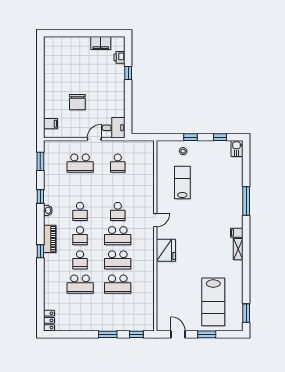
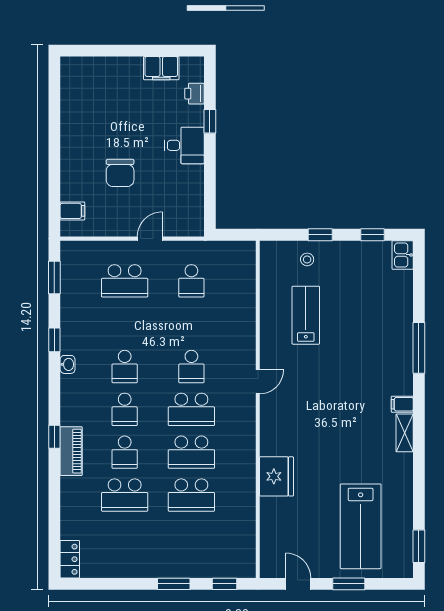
desk: (114, 128) -> (184, 145), moved
piano: (50, 239) -> (71, 451), moved
fridge: (166, 250) -> (276, 476), moved

